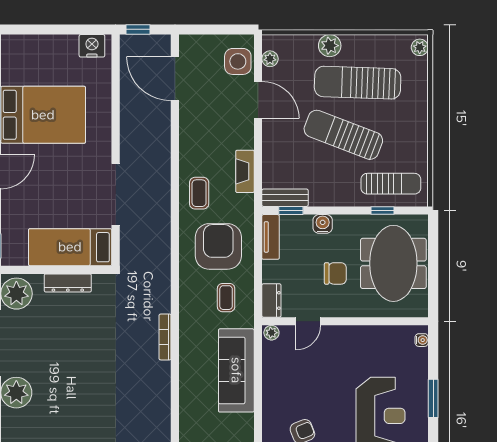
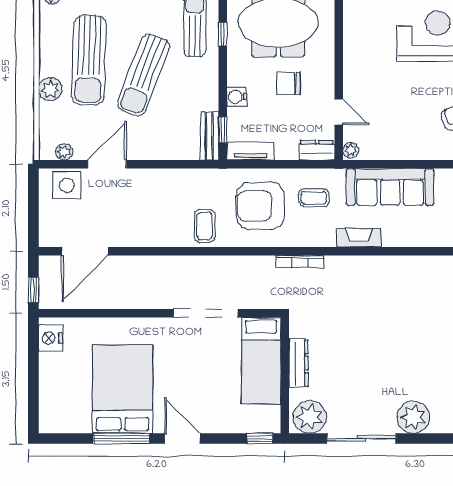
fireplace: (245, 171) -> (359, 238), moved, turned 180
coffee table: (199, 193) -> (205, 226), turned 90
chair: (335, 273) -> (289, 83), turned -90
bookcase: (165, 337) -> (300, 262), moved

